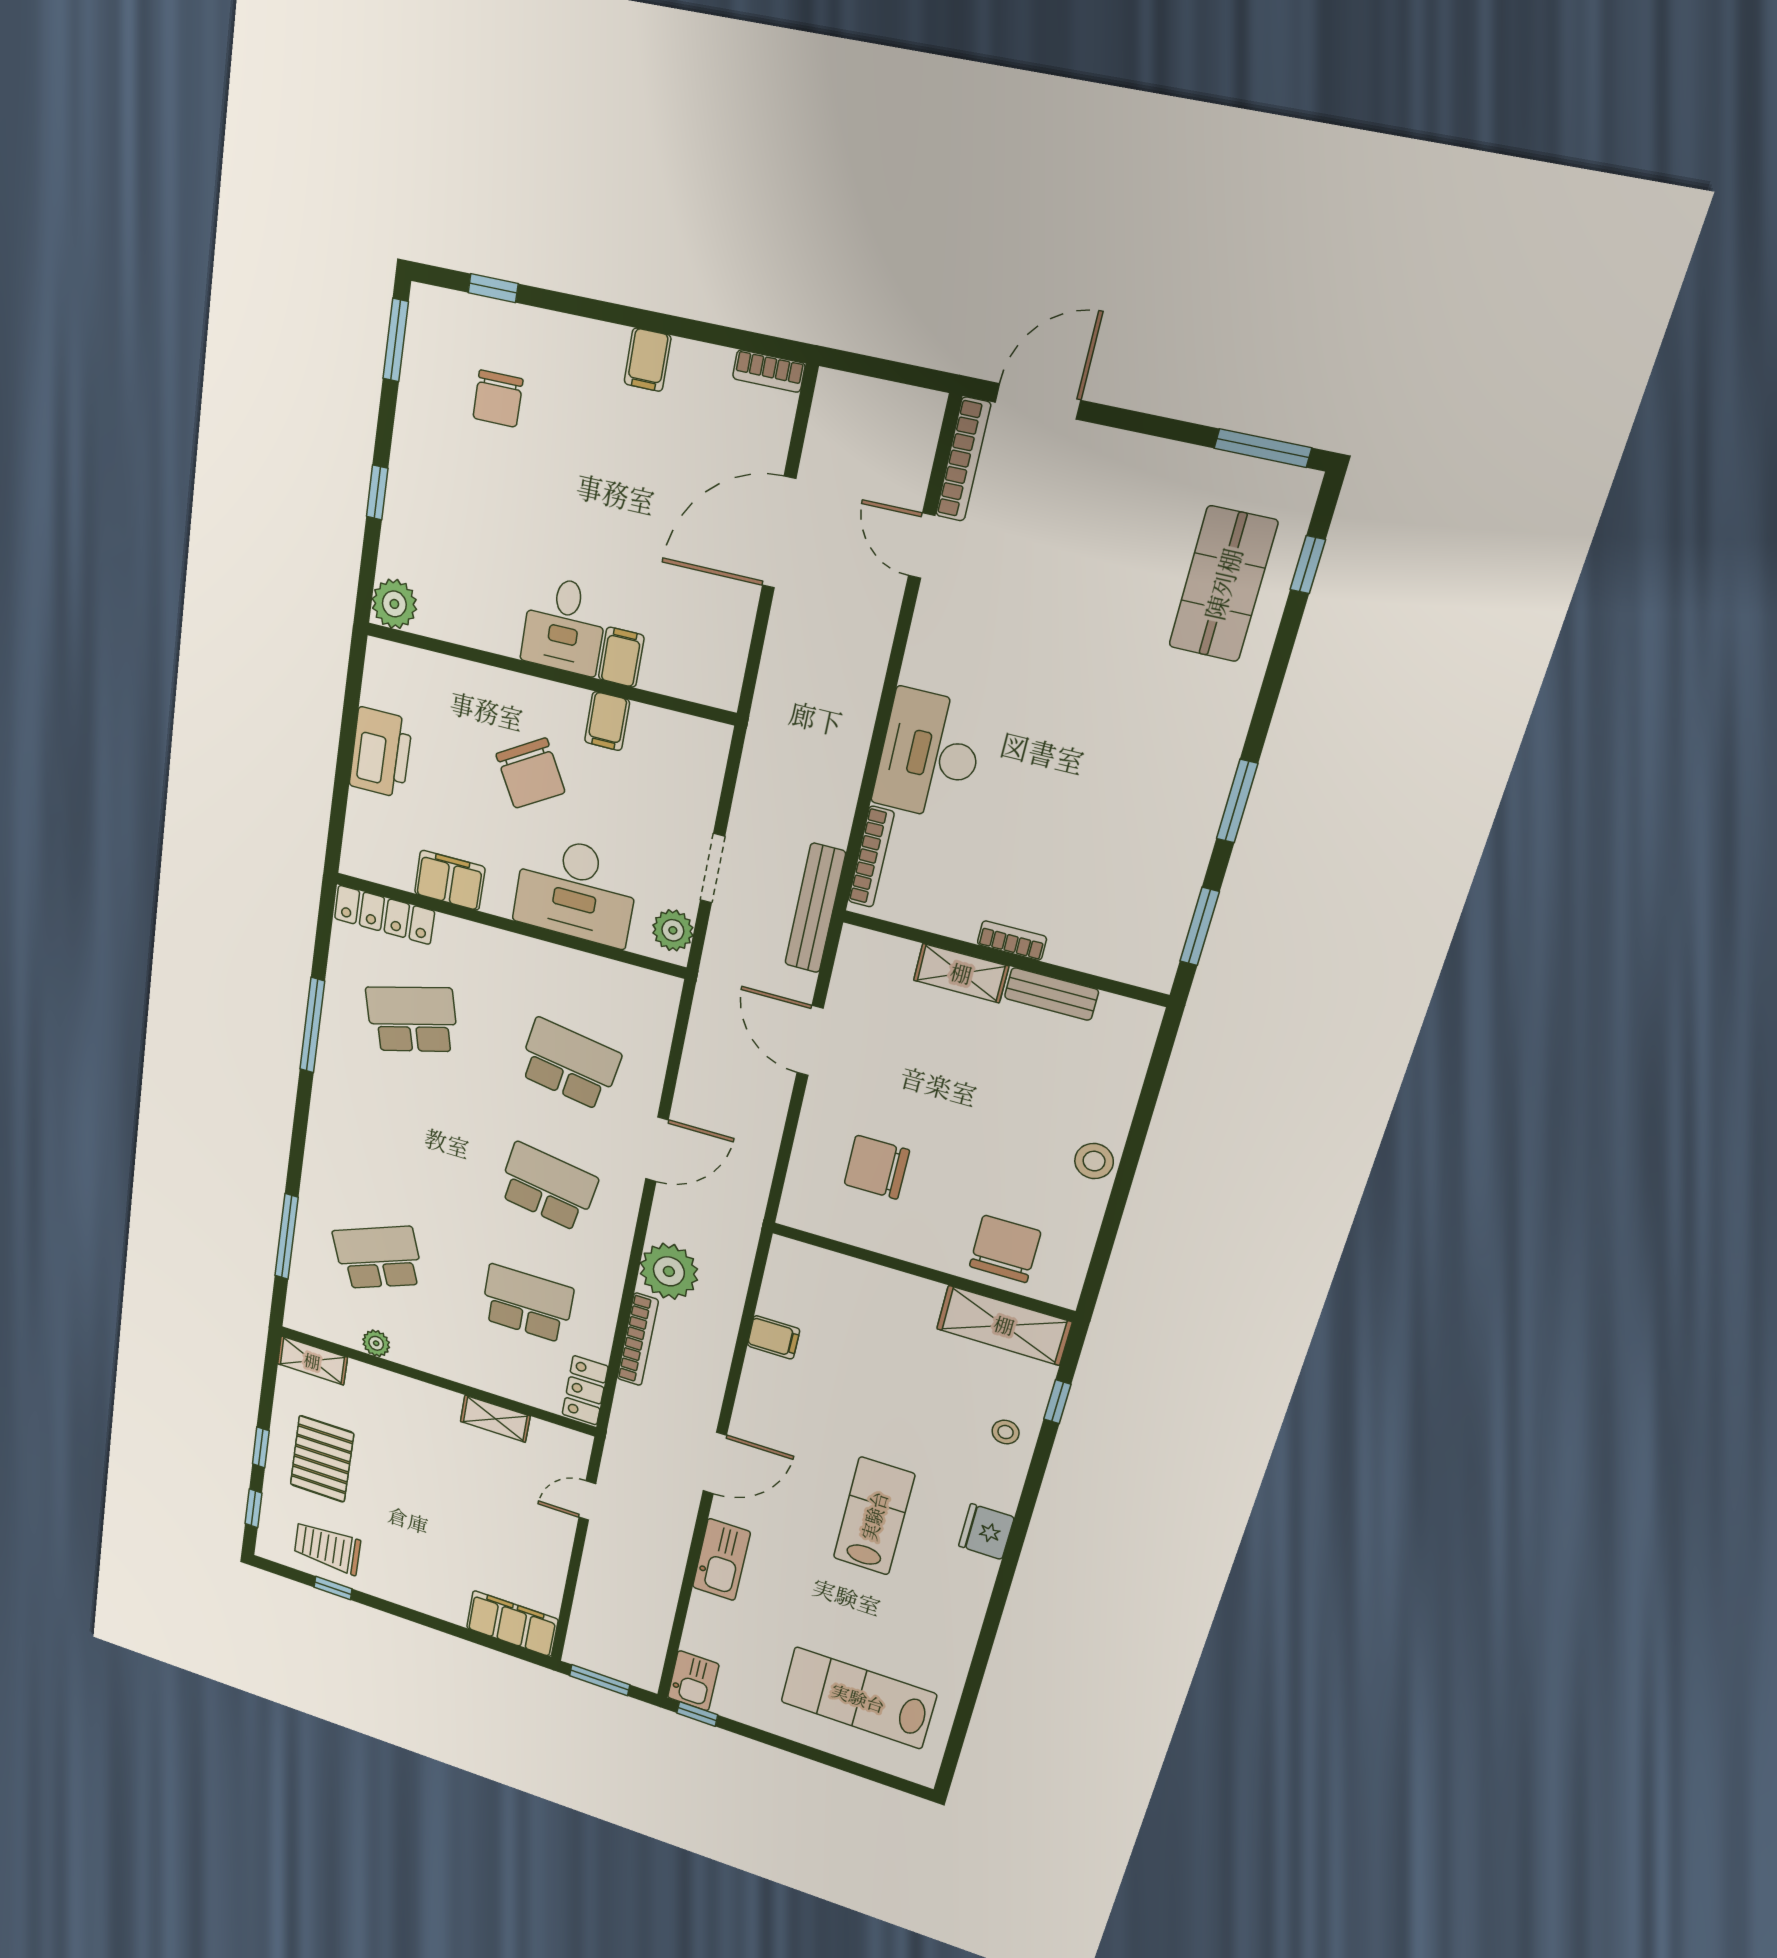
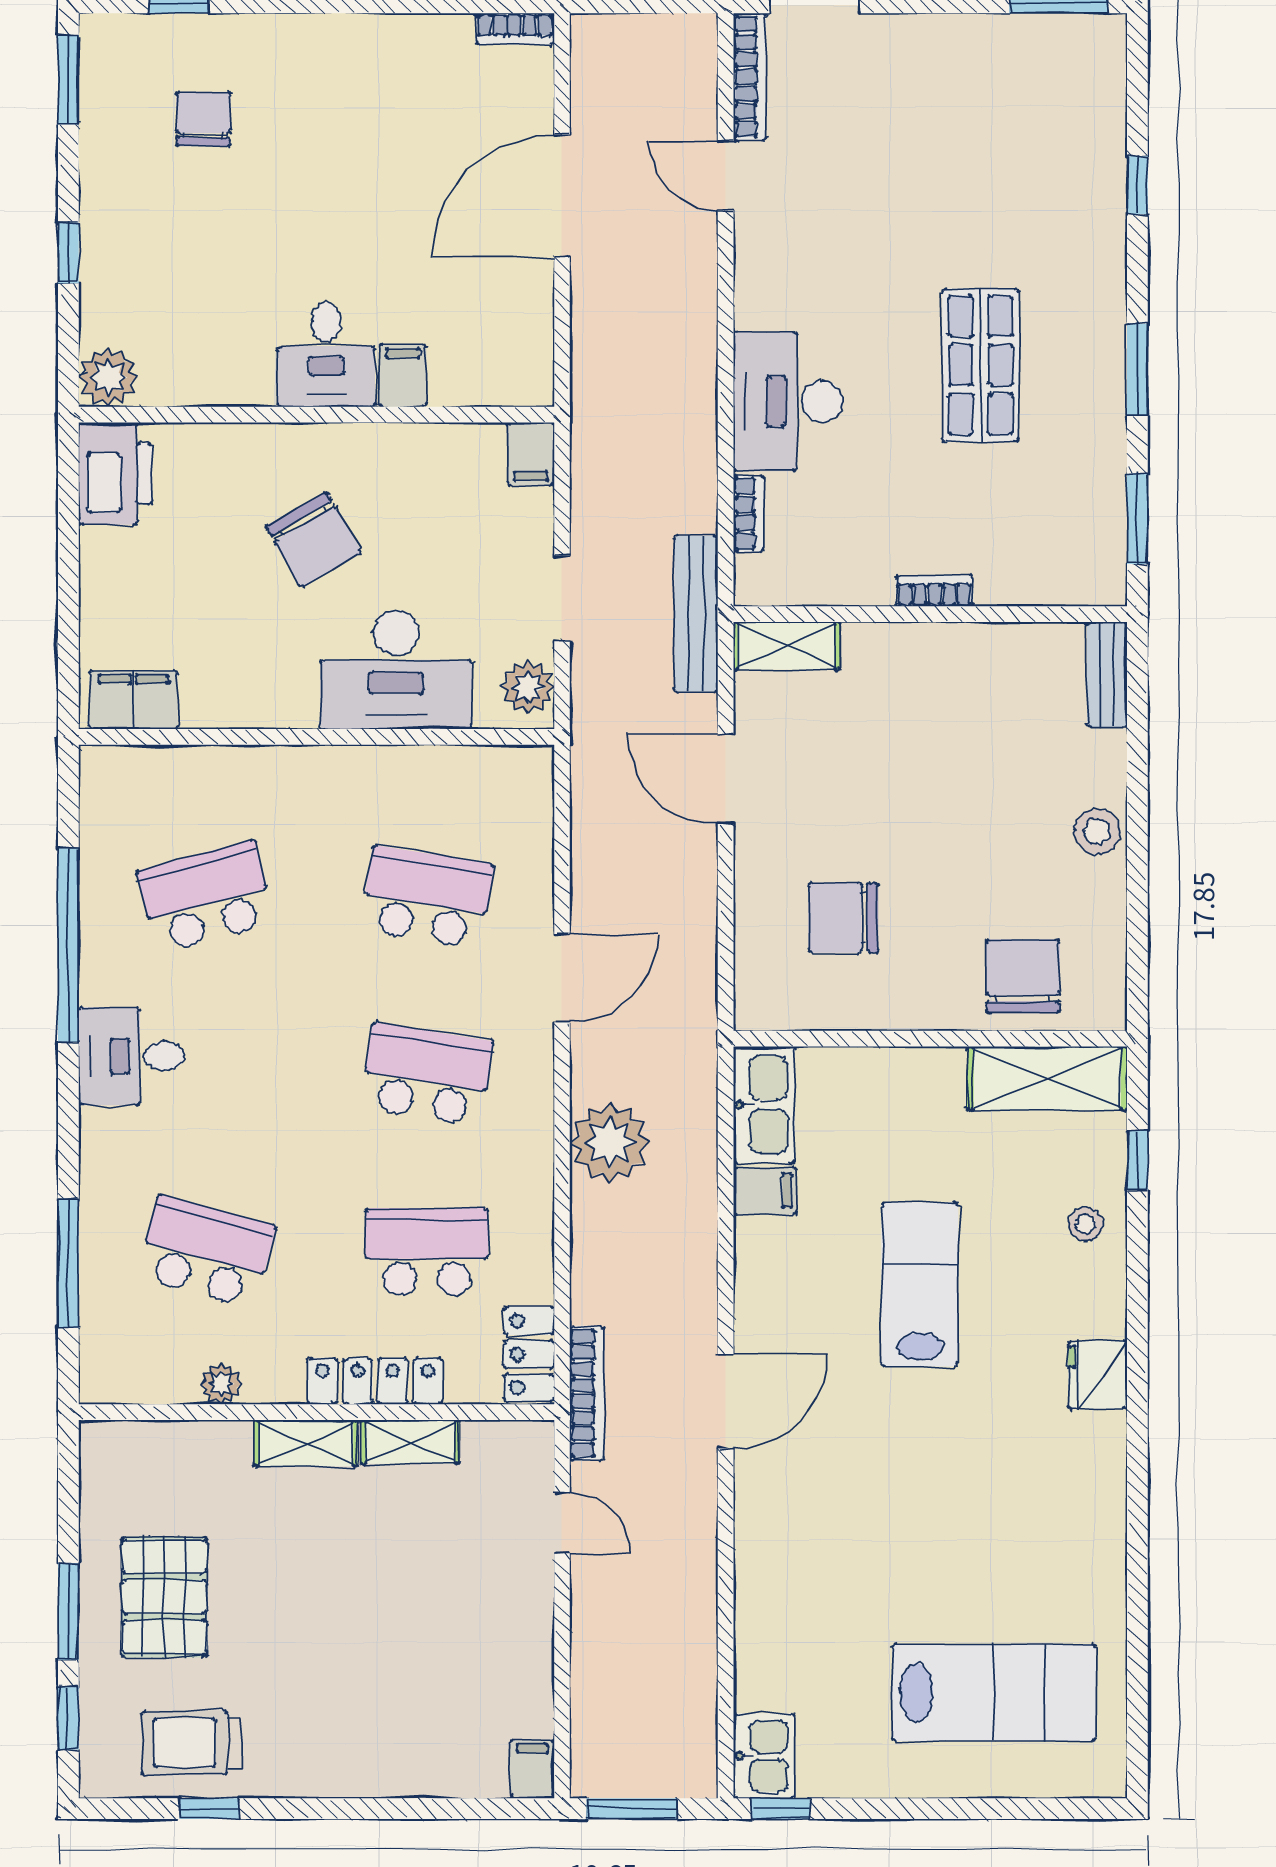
filing cabinet: (648, 360) -> (374, 44), removed
chair: (498, 399) -> (203, 119), turned 180
window: (1308, 565) -> (1137, 185), moved
shop shelf: (1223, 584) -> (981, 365), moved
filing cabinet: (607, 721) -> (531, 454), moved
printer: (381, 753) -> (115, 473), moved
bookcase: (871, 857) -> (749, 513), width x0.64
filing cabinet: (450, 880) -> (133, 700), moved
locker: (384, 915) -> (375, 1381), moved, turned 180
shelving: (961, 973) -> (786, 646), moved
bench: (1051, 994) -> (1107, 674), moved, turned 90
window: (312, 1025) -> (68, 945), width x1.46
desk: (346, 1114) -> (131, 1056), added
school desk: (378, 1257) -> (206, 1252), turned 36
bookcase: (638, 1339) -> (587, 1393), moved
shelving: (312, 1361) -> (306, 1443), moved
window: (261, 1447) -> (68, 1612), width x1.50
door: (587, 1501) -> (562, 1523), swing flipped
lab bench: (874, 1516) -> (920, 1284), moved
kitchen sink: (721, 1560) -> (764, 1105), moved
filing cabinet: (512, 1624) -> (532, 1769), width x0.33, depth x0.86
lab bench: (858, 1698) -> (994, 1693), turned 180

